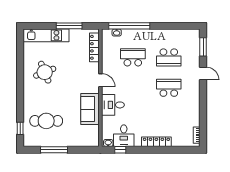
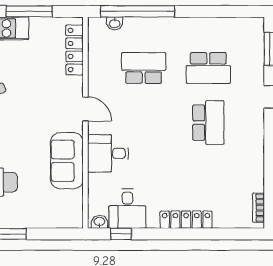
school desk: (169, 88) -> (208, 123), turned 90

